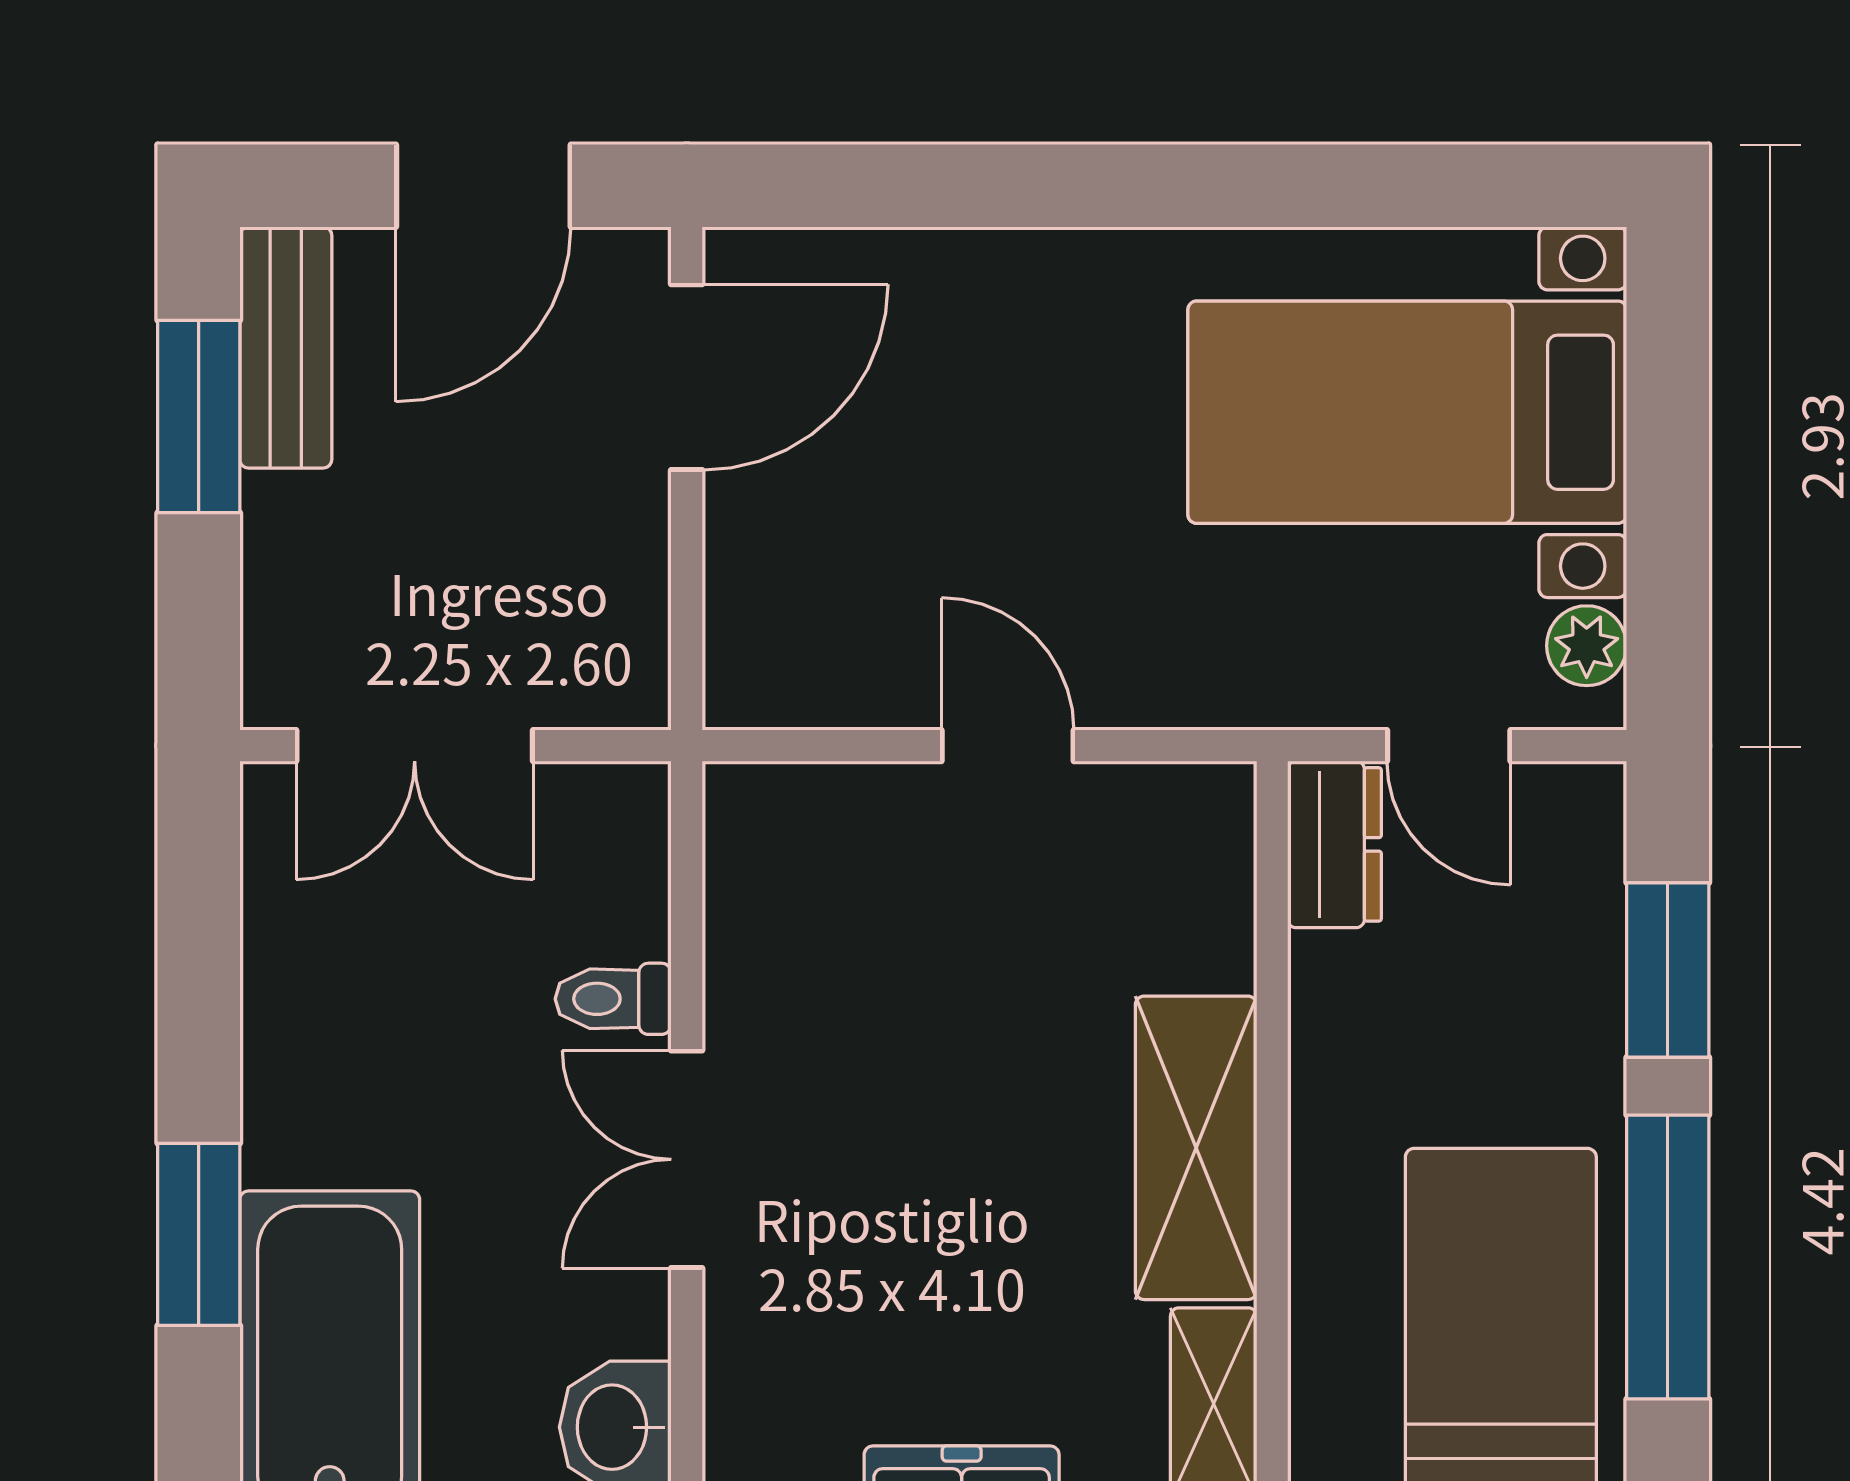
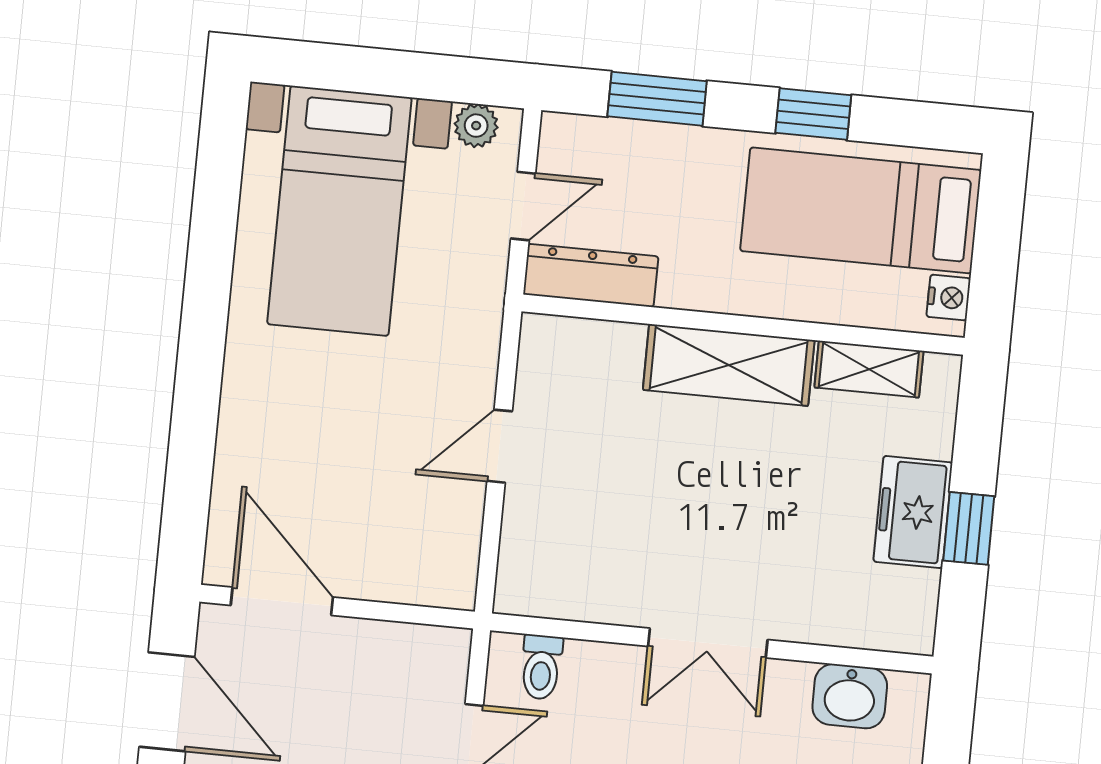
dresser: (1334, 844) -> (591, 275), width x1.44
toilet: (613, 999) -> (541, 667), moved
window: (1668, 1257) -> (813, 114), width x0.46

